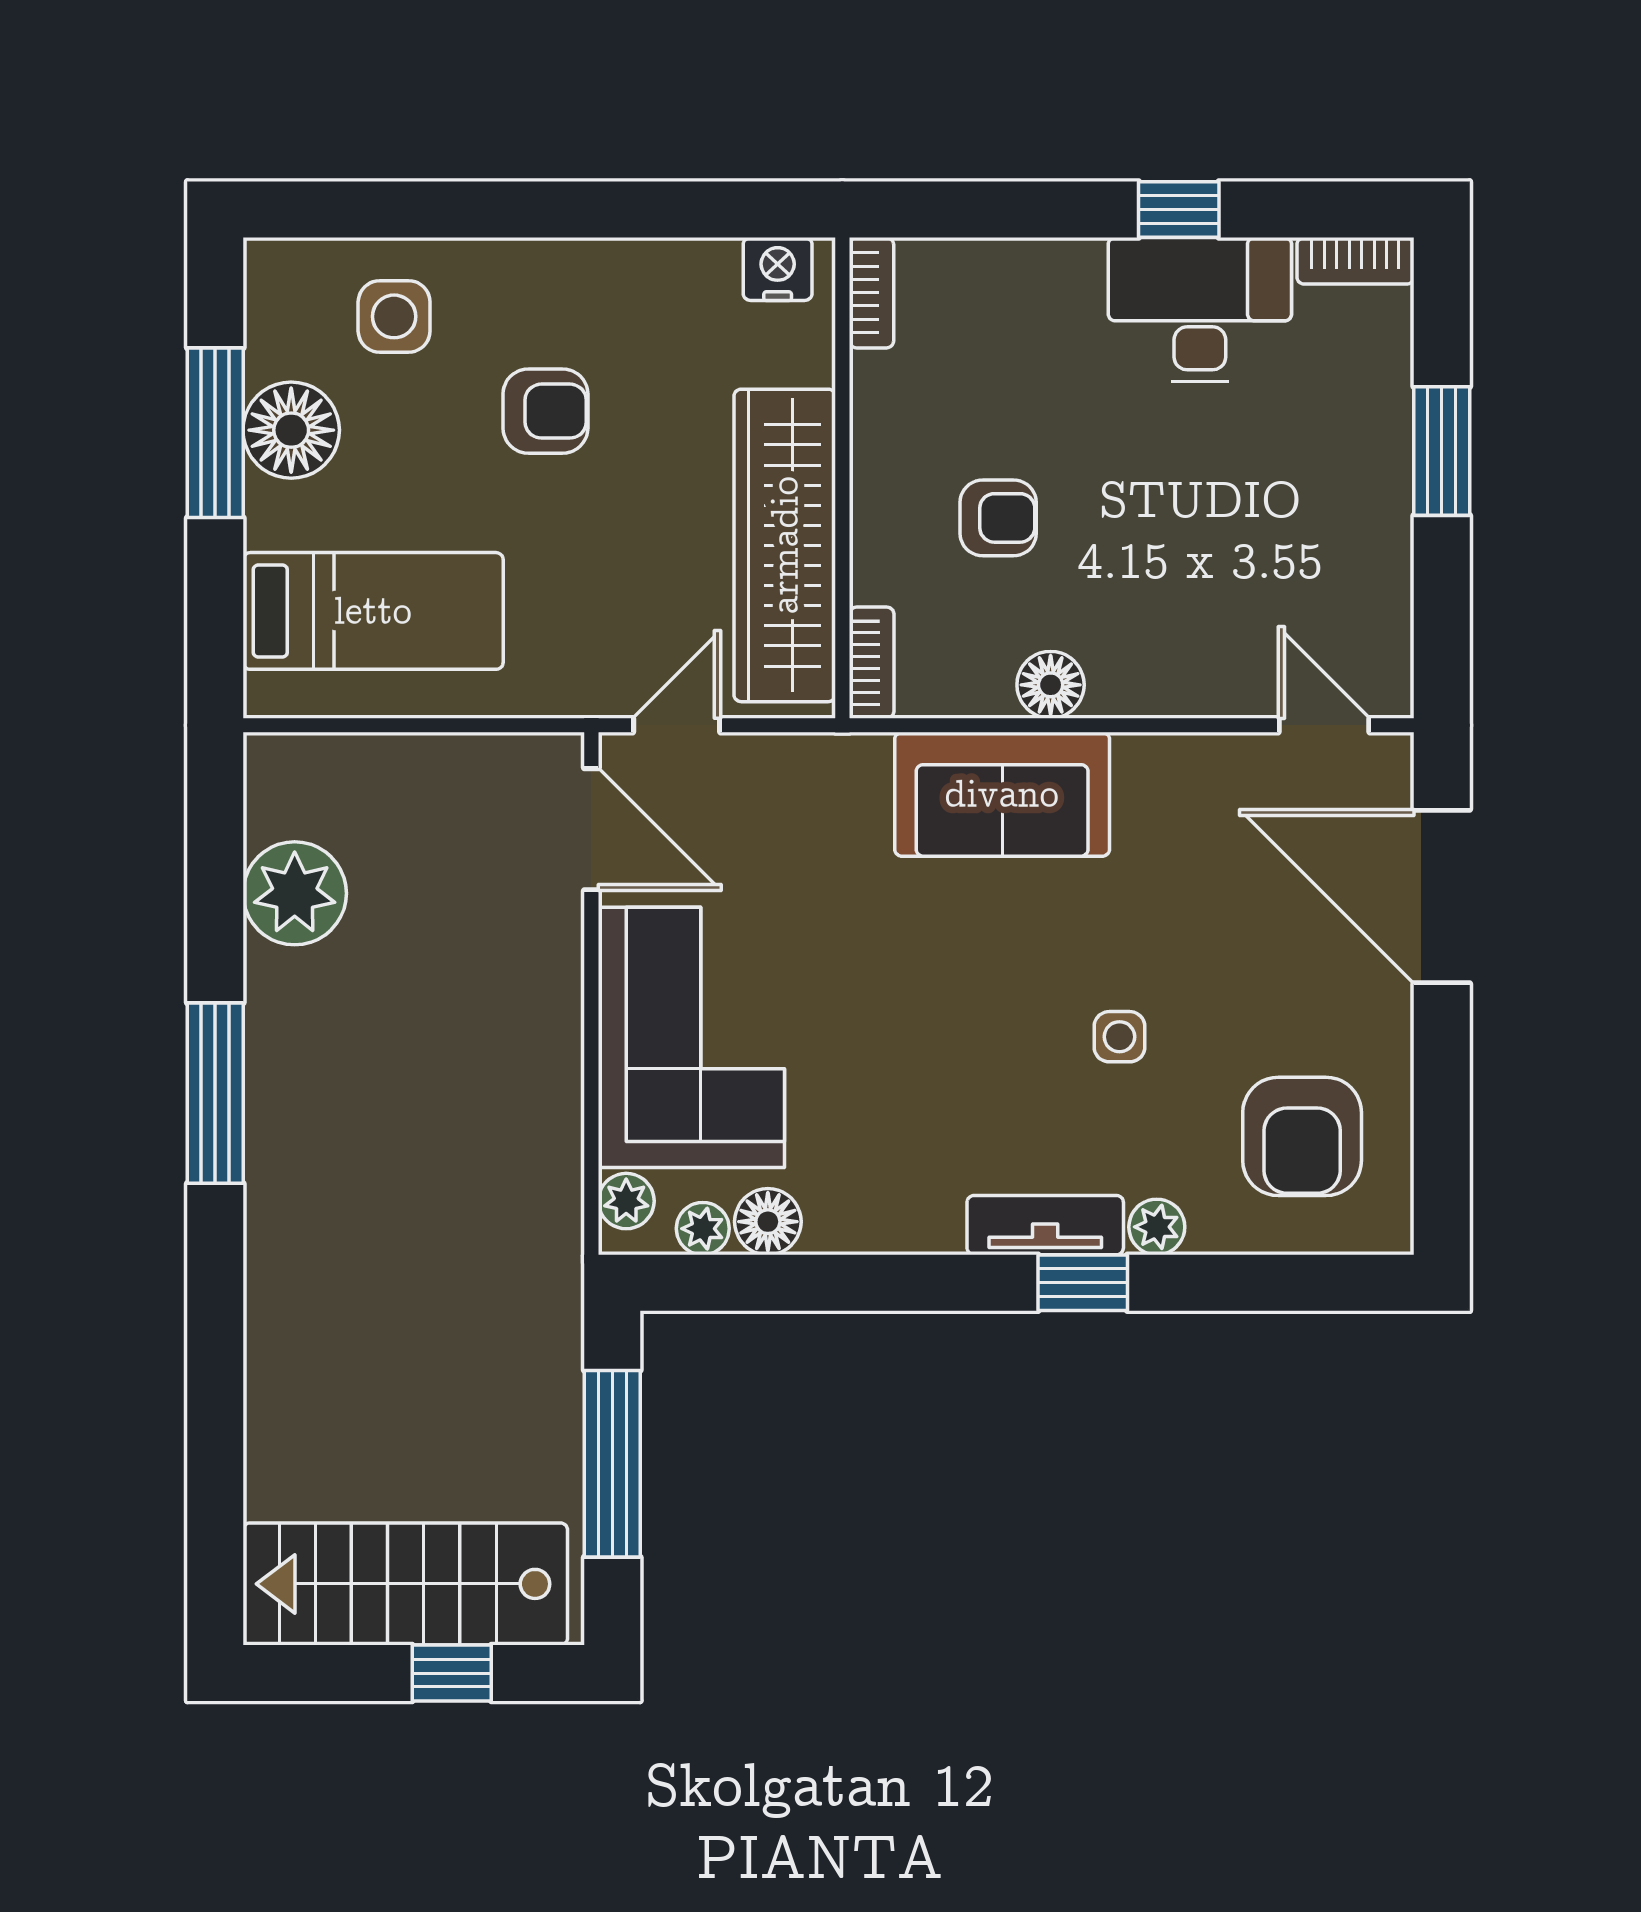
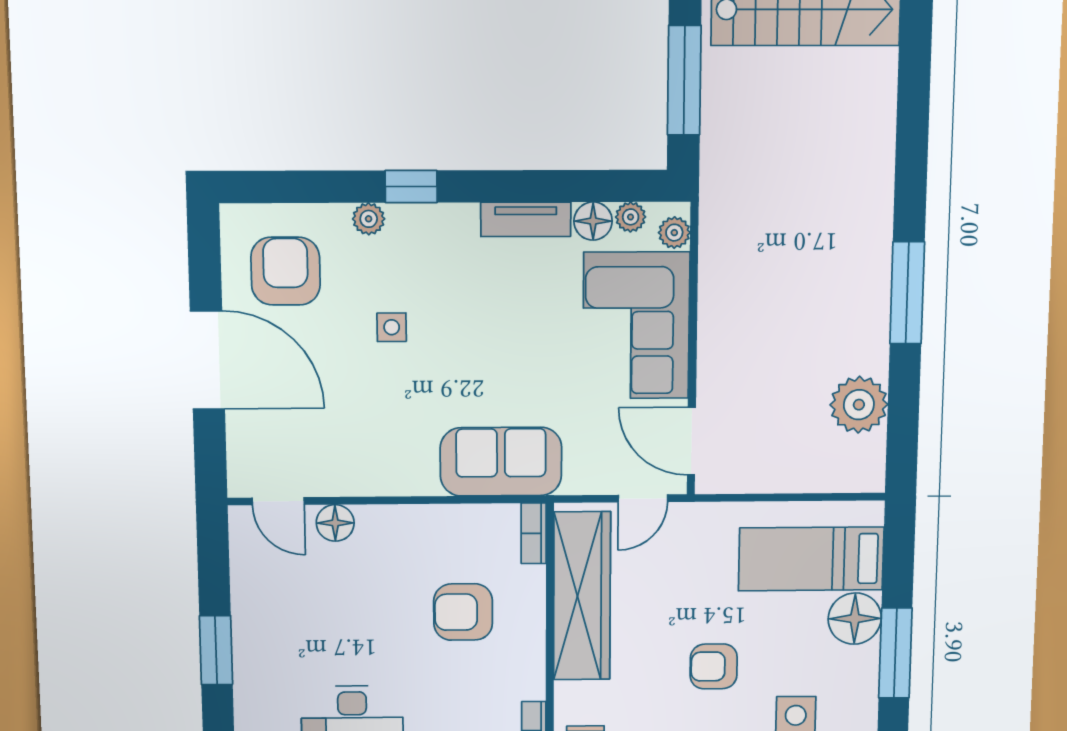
floor lamp: (291, 430) -> (855, 619), moved
armchair: (998, 518) -> (463, 612), width x1.38, depth x1.38
floor lamp: (1051, 685) -> (335, 523), moved
sofa: (1002, 794) -> (501, 462), moved
door: (1442, 897) -> (207, 360), moved
tv unit: (1045, 1225) -> (526, 219), moved

